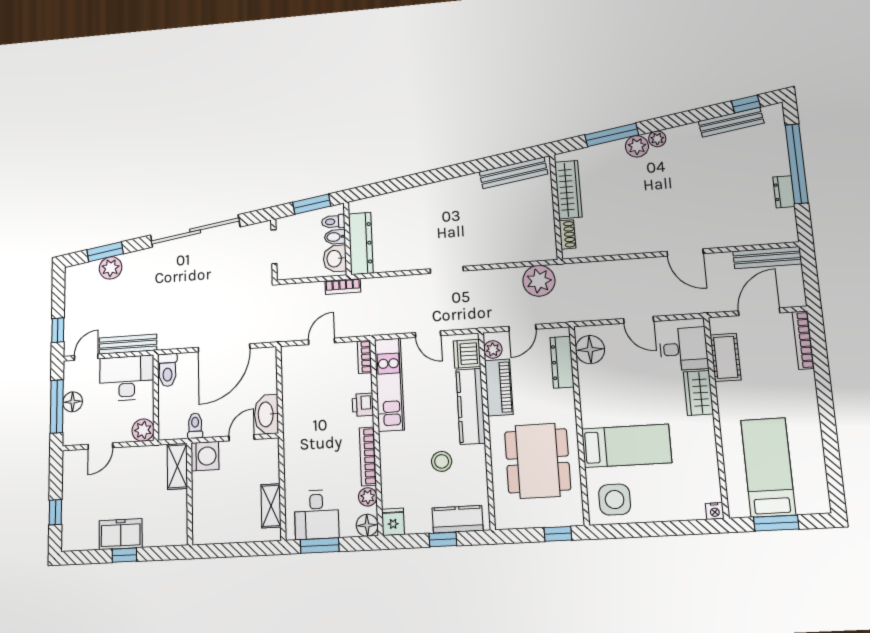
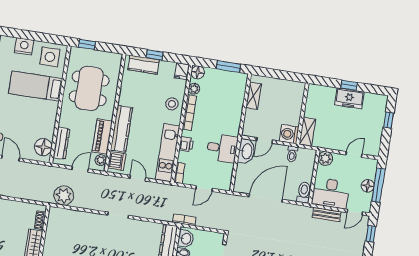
bench: (128, 344) -> (327, 214), width x0.73
stool: (442, 461) -> (172, 104), moved
nightstand: (662, 508) -> (24, 46), added
desk: (317, 515) -> (222, 148), moved, turned 90

